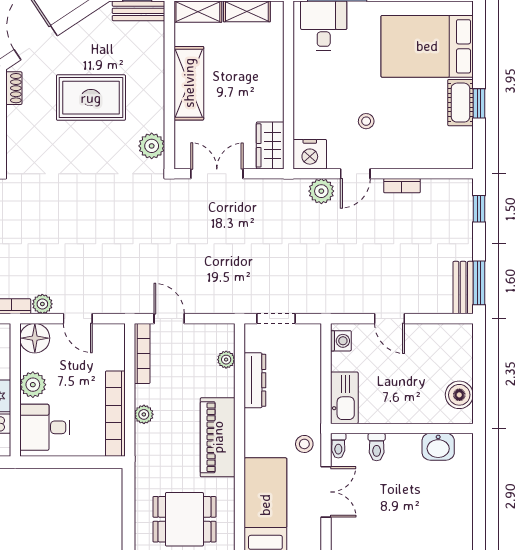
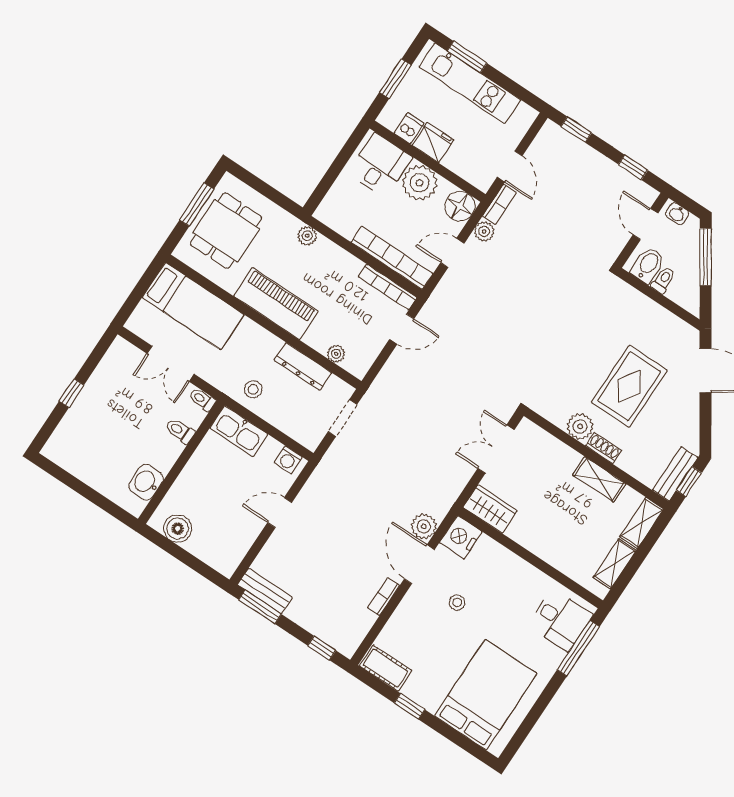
shelving: (189, 83) -> (599, 479), width x0.67, depth x0.75
shoe rack: (14, 88) -> (603, 448), moved, turned 180
cot: (460, 103) -> (386, 668), moved
plant: (152, 146) -> (580, 426), moved
double door: (217, 174) -> (496, 449), swing flipped
door: (355, 174) -> (419, 564), width x1.38
plant: (33, 385) -> (420, 183), width x1.36, depth x1.36
bookcase: (115, 414) -> (392, 258), moved
plant: (144, 414) -> (307, 236), moved
stool: (304, 444) -> (253, 389), moved

